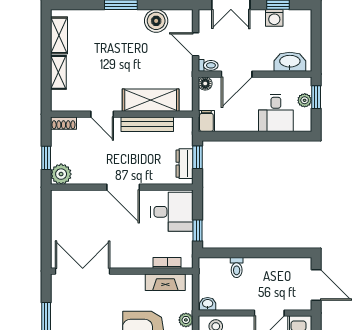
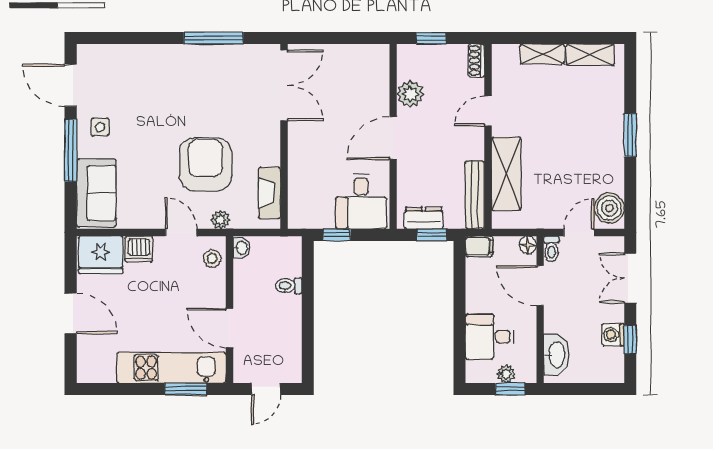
boiler: (156, 21) -> (609, 208), moved
bench: (147, 124) -> (475, 195), moved
plant: (61, 174) -> (410, 94), moved
bookcase: (167, 263) -> (295, 195), removed
door: (316, 285) -> (266, 389), width x0.73

